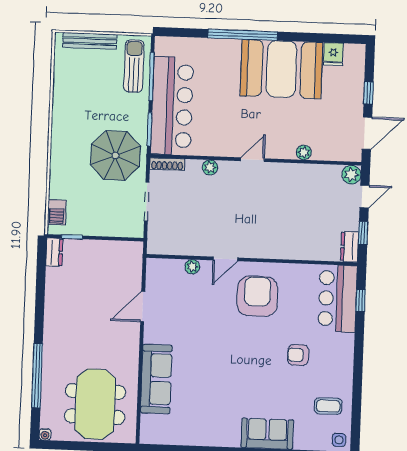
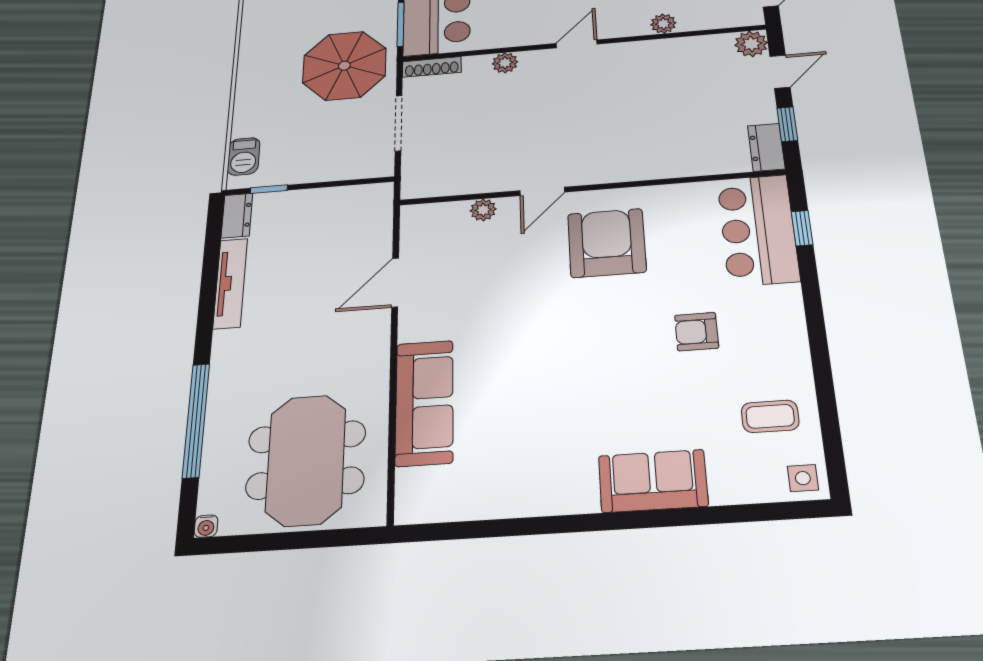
tv unit: (52, 296) -> (230, 283), added

